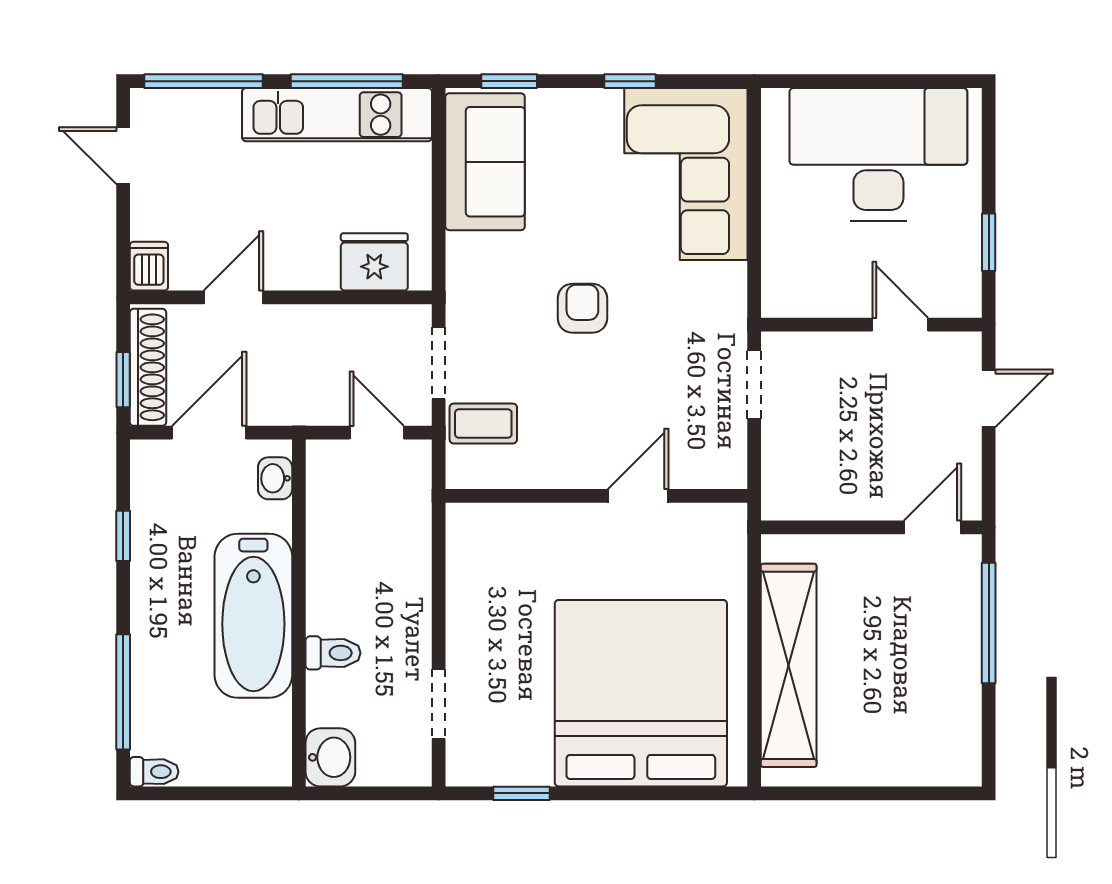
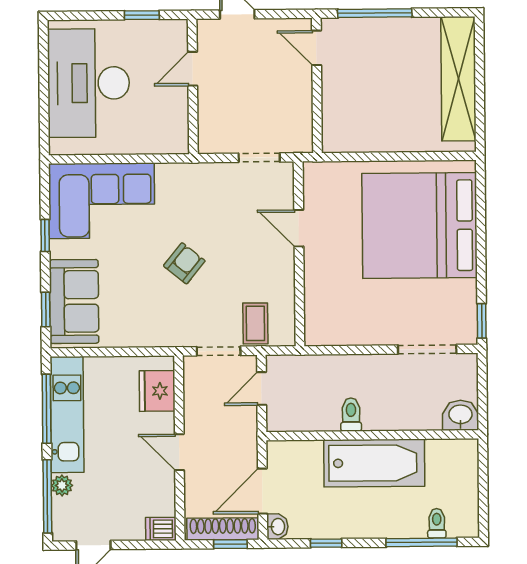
plant: (221, 105) -> (62, 485), added
sofa: (485, 162) -> (74, 302), moved, turned 90
door: (233, 297) -> (179, 452), moved
armchair: (582, 308) -> (184, 263), turned 129
doorway: (754, 385) -> (259, 158), moved
door: (209, 433) -> (262, 491), hinge flipped
washbasin: (275, 478) -> (277, 527), moved, turned -90
toilet: (333, 653) -> (351, 415), moved
shelving: (789, 665) -> (458, 79), moved, turned 90
doorway: (439, 704) -> (427, 349), width x1.38
toilet: (154, 772) -> (437, 523), moved
window: (522, 793) -> (482, 321), moved

